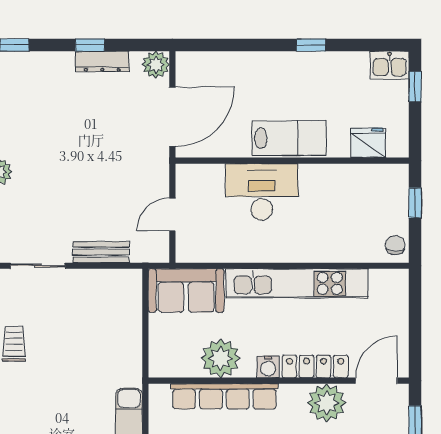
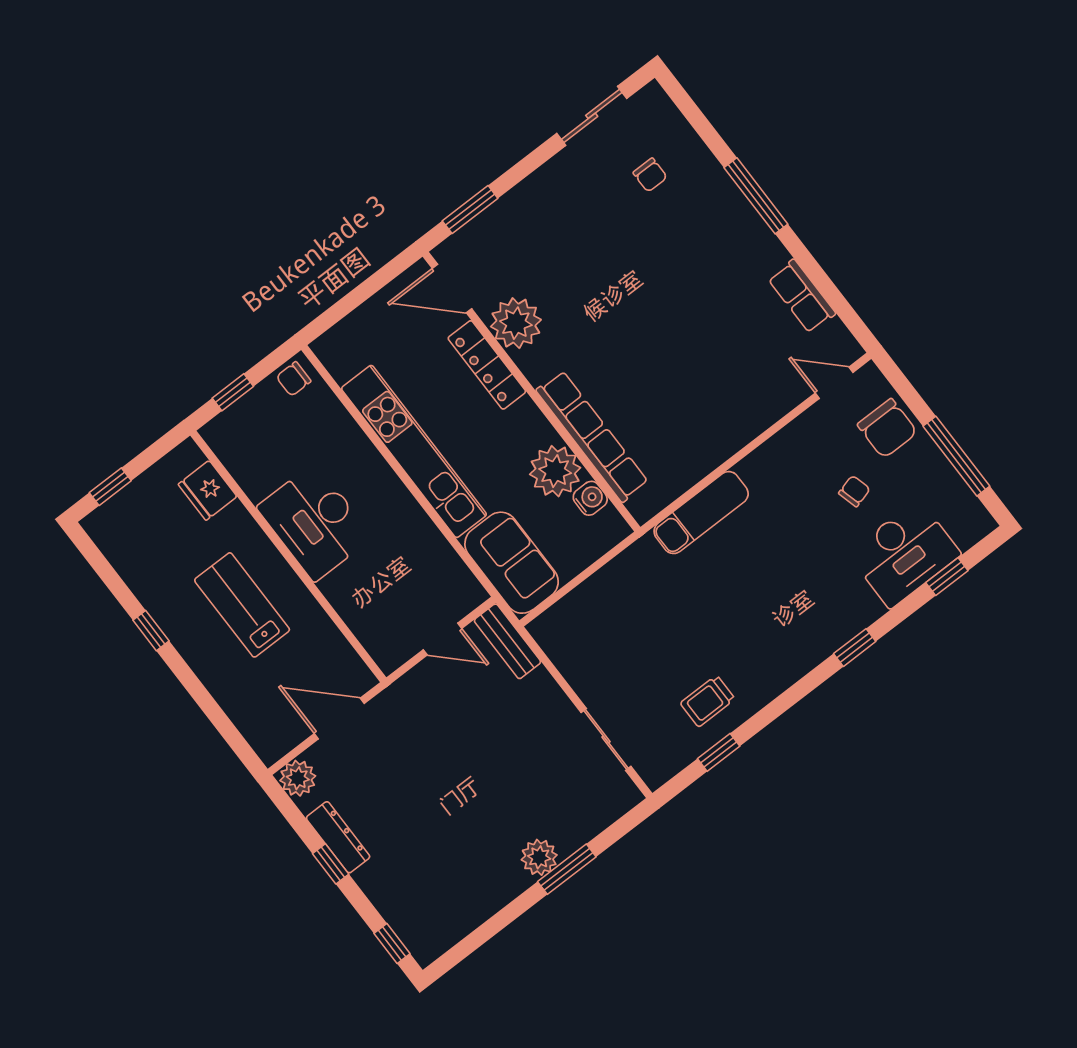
kitchen sink: (390, 65) -> (108, 531), removed
door: (172, 117) -> (339, 718), width x0.73
lab bench: (289, 138) -> (242, 605), moved
desk: (262, 192) -> (315, 522), moved
bench: (101, 252) -> (507, 641), moved
water cooler: (268, 367) -> (590, 498), moved

